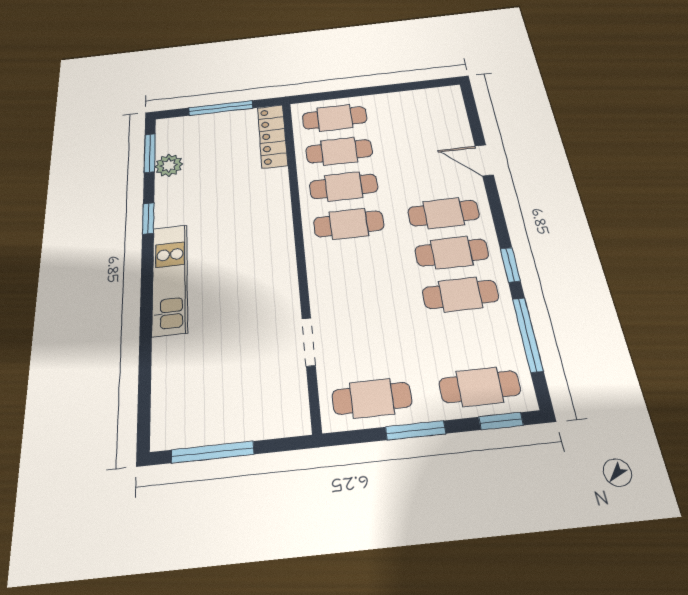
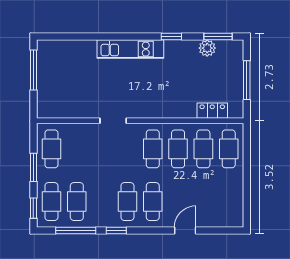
locker: (272, 136) -> (212, 111), width x0.66
cafe table: (460, 294) -> (77, 202), moved
doorway: (309, 342) -> (113, 121), moved

